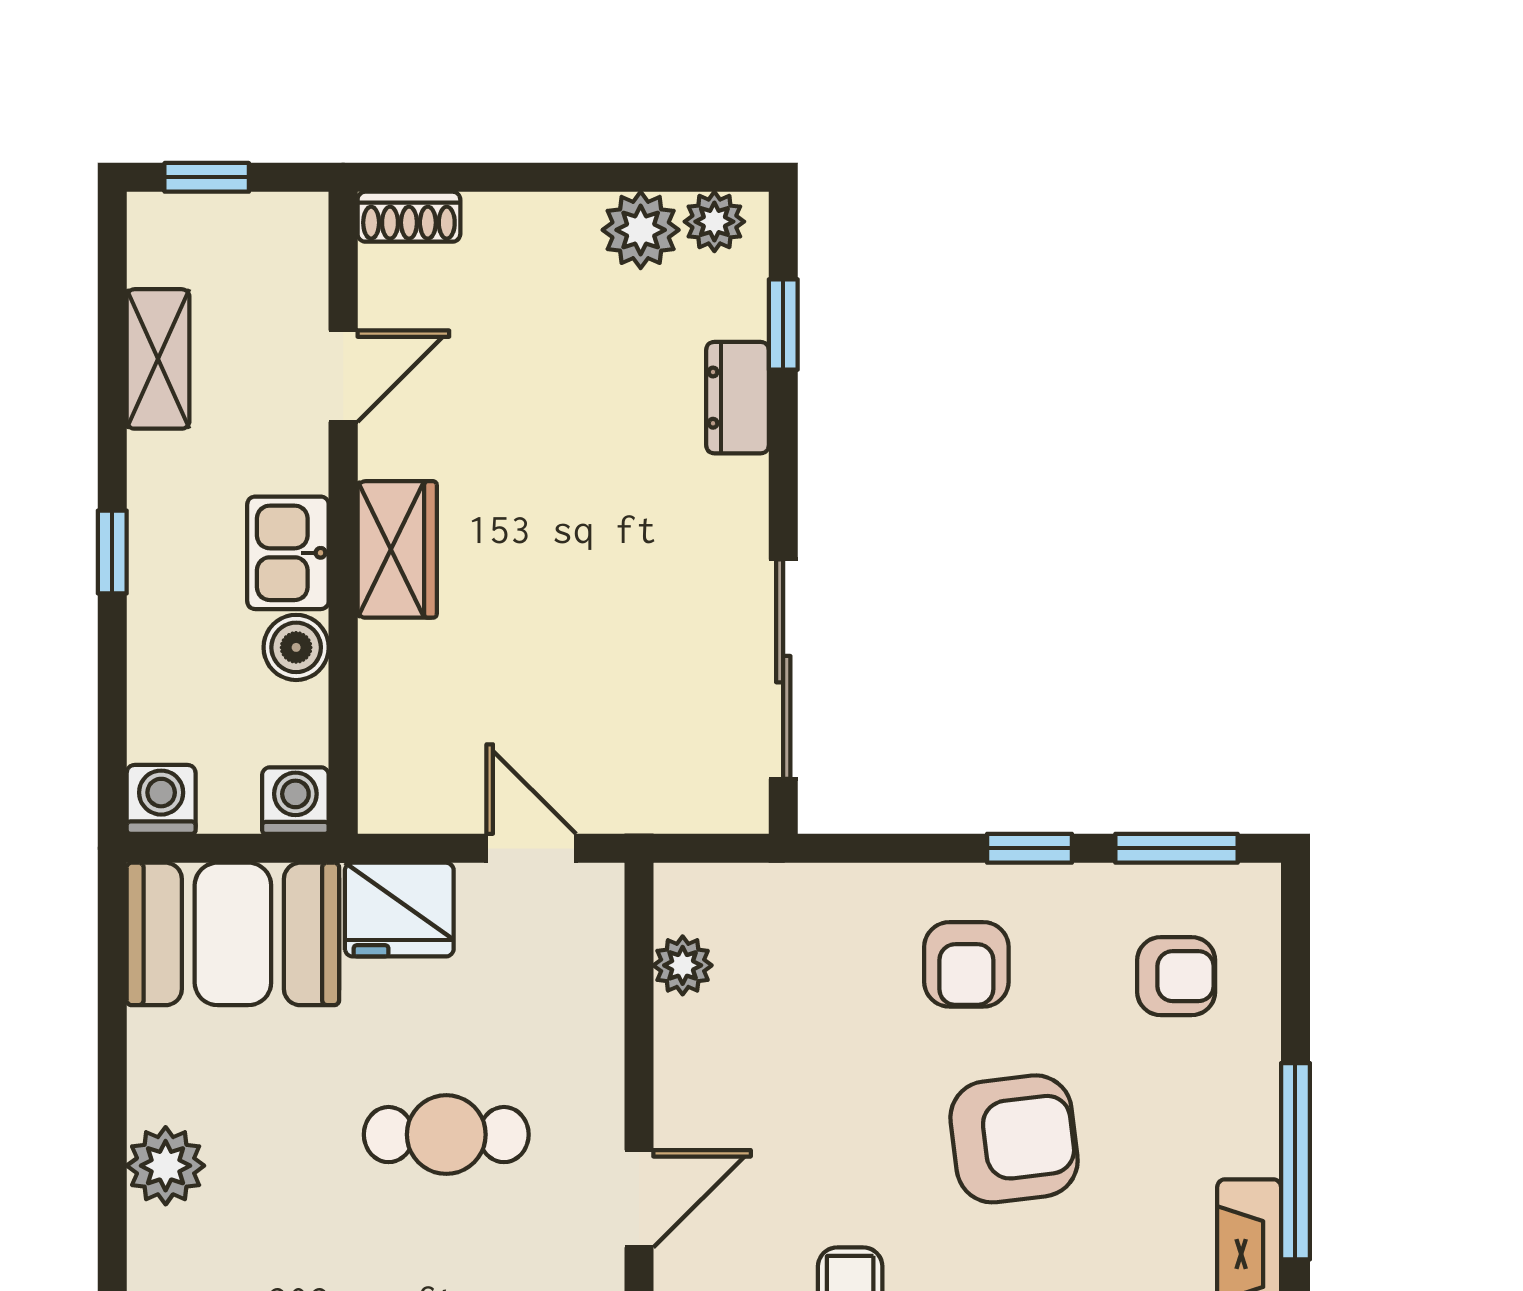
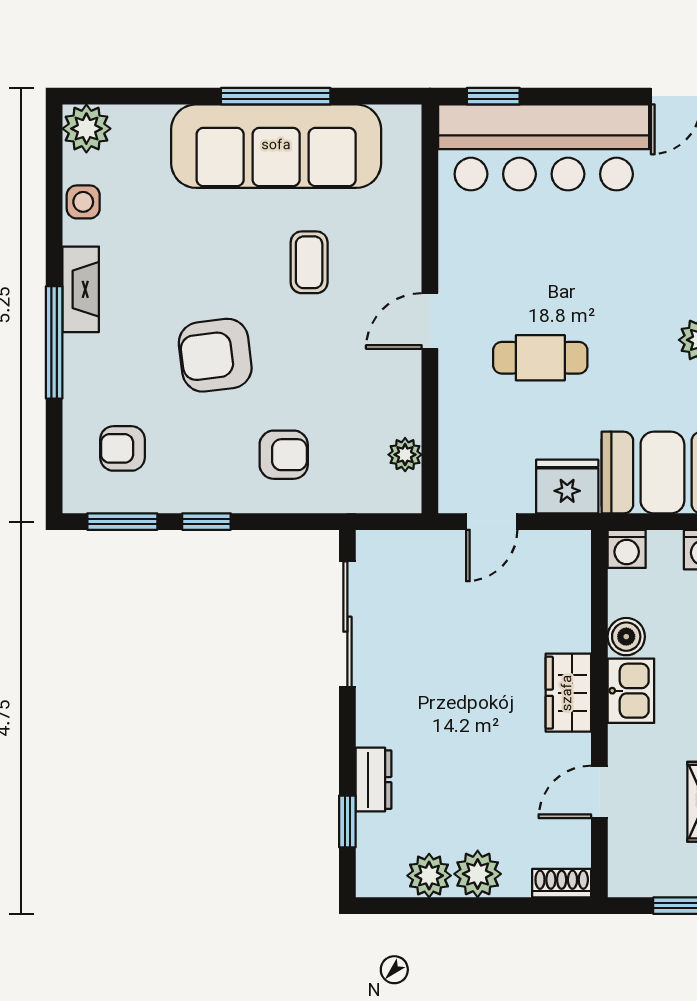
plant: (714, 222) -> (478, 874), moved, width x1.38, depth x1.38
door: (531, 848) -> (492, 522), hinge flipped
armchair: (966, 964) -> (284, 455), moved, turned 90

